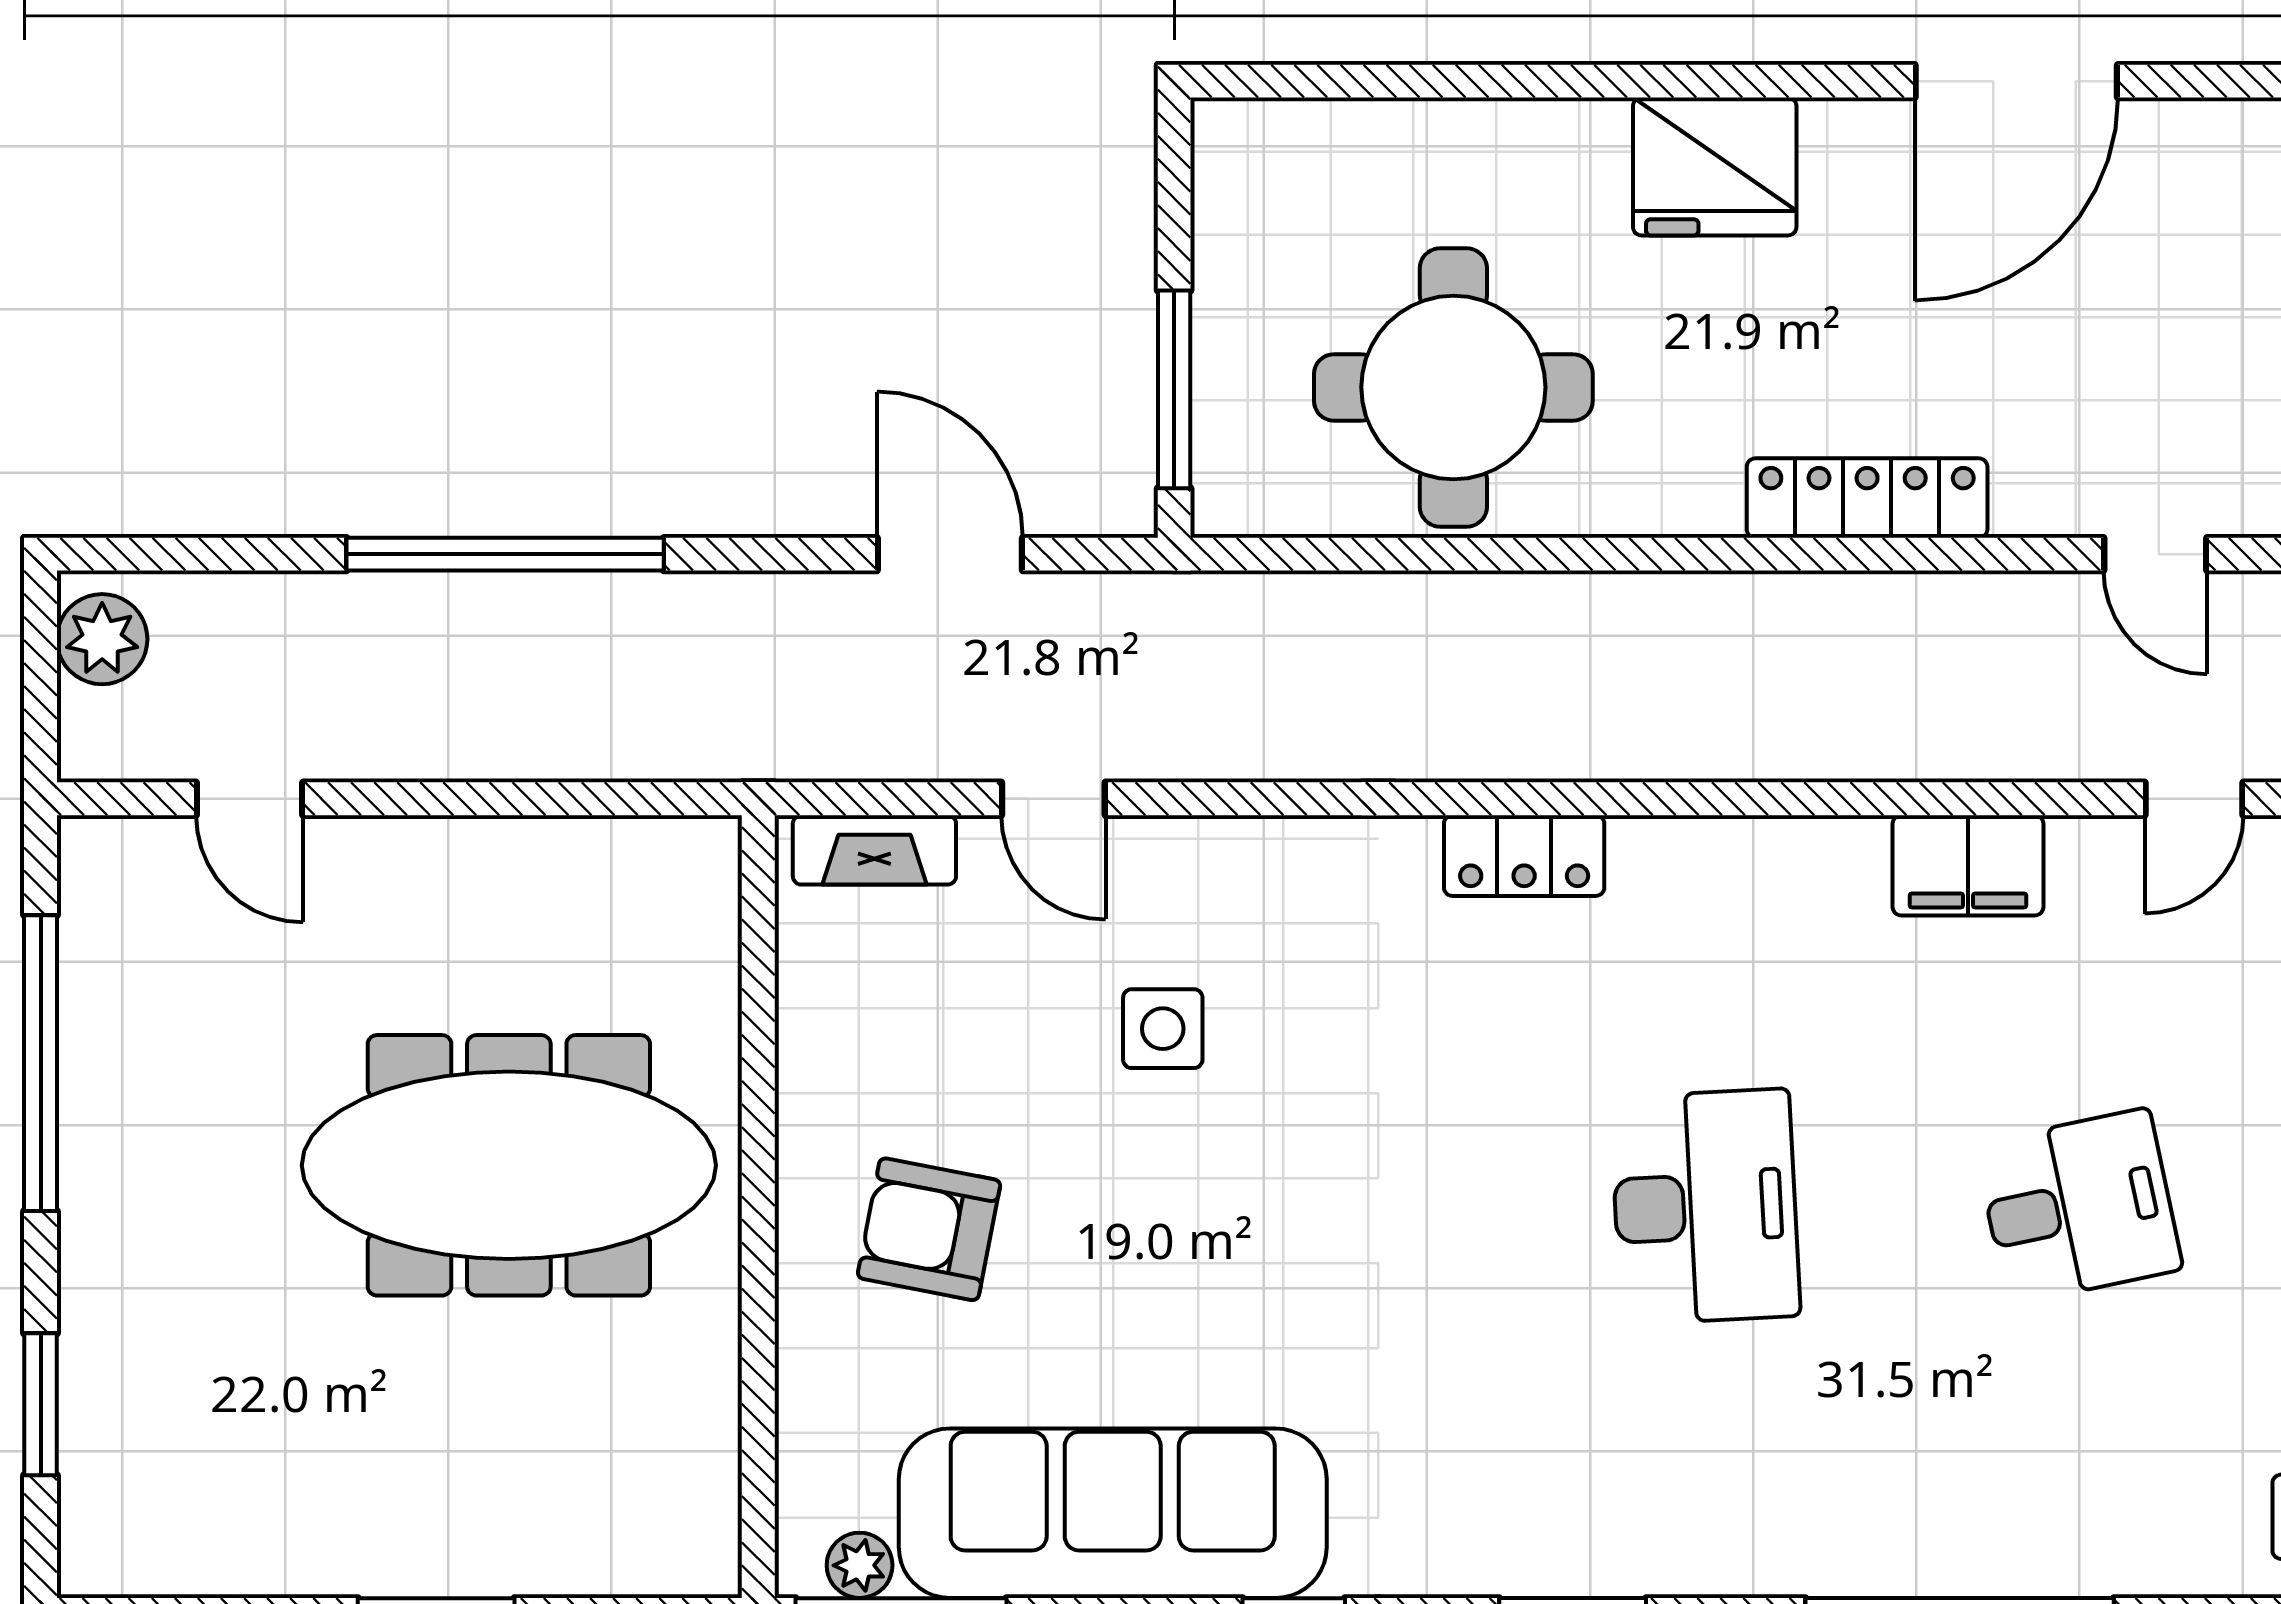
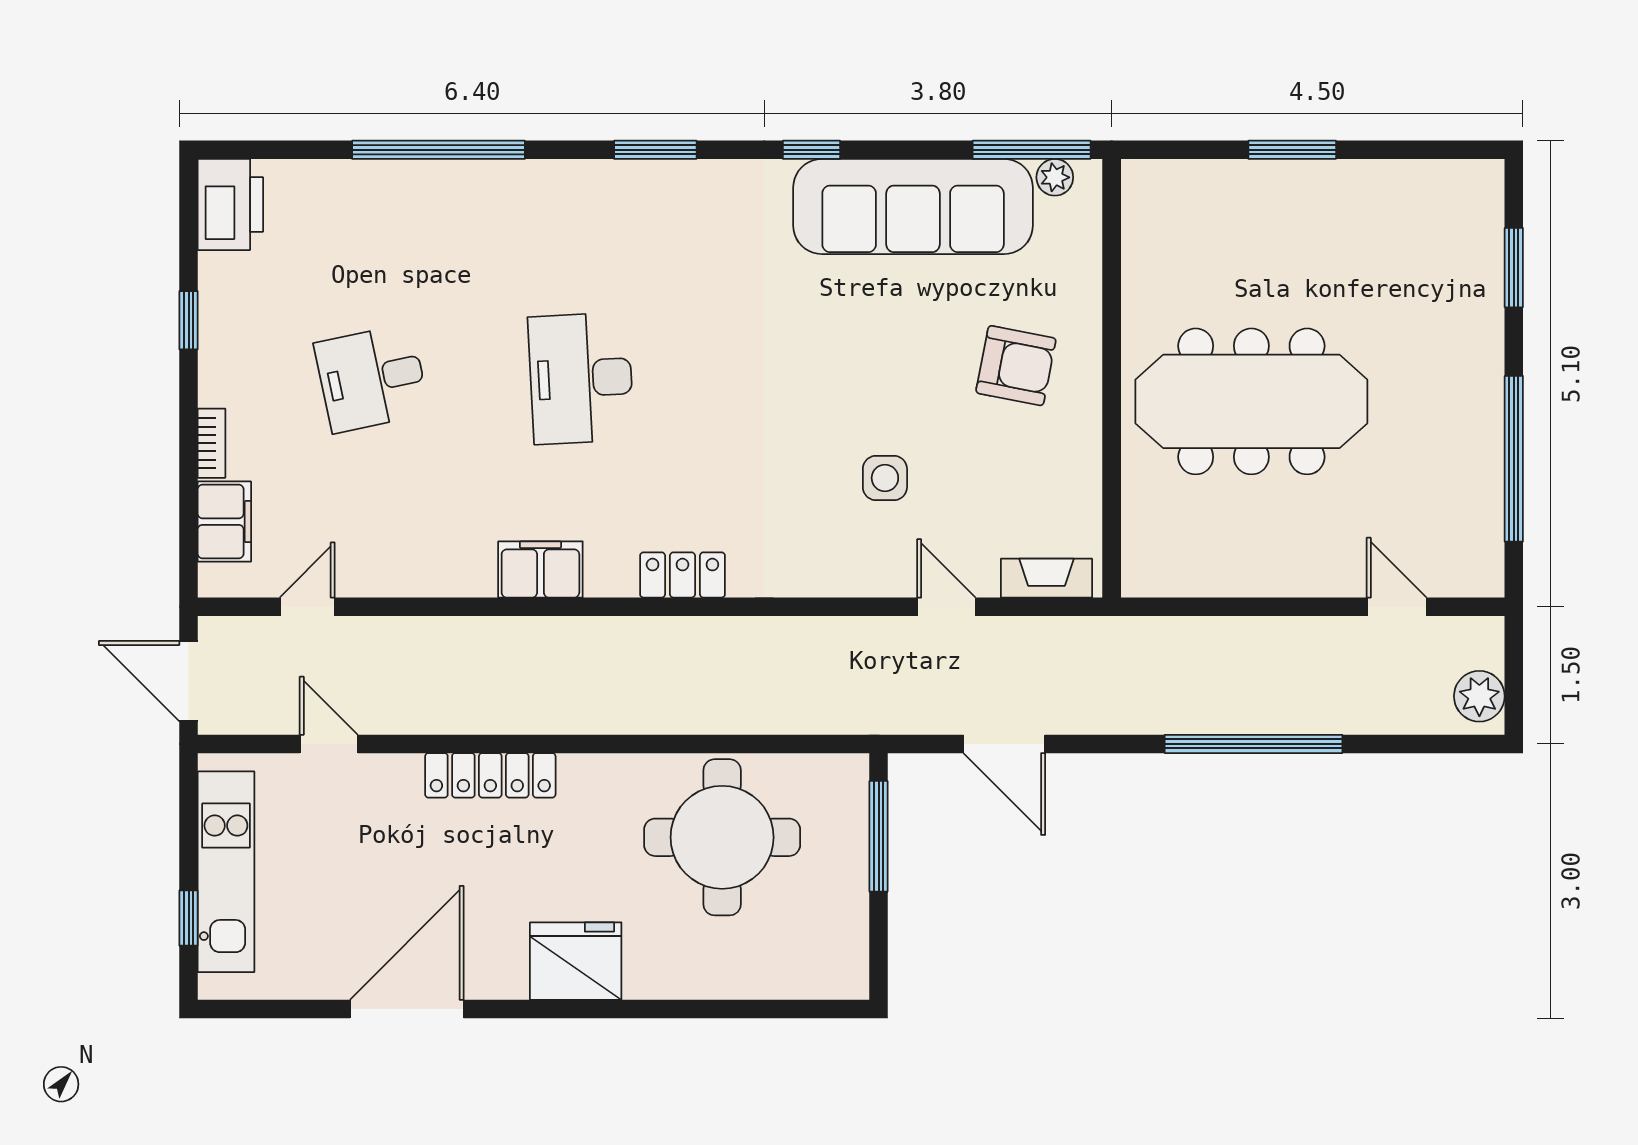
filing cabinet: (1968, 865) -> (540, 570), moved

